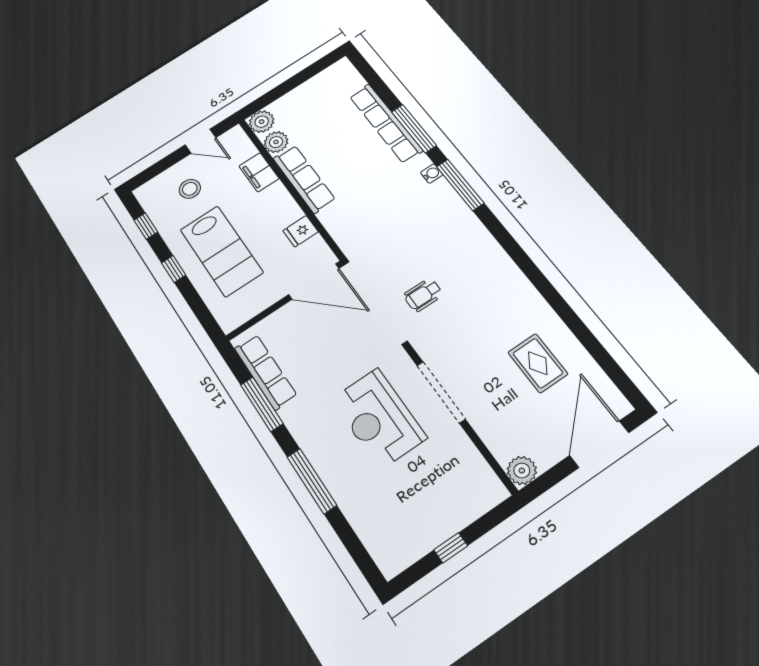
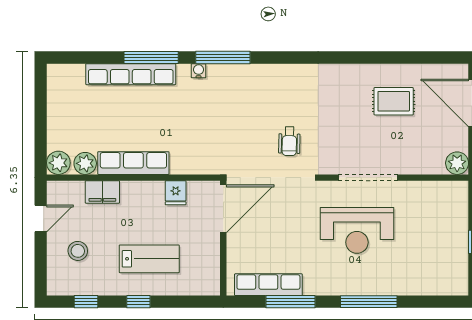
lab bench: (221, 251) -> (149, 259), width x0.73, depth x0.72

